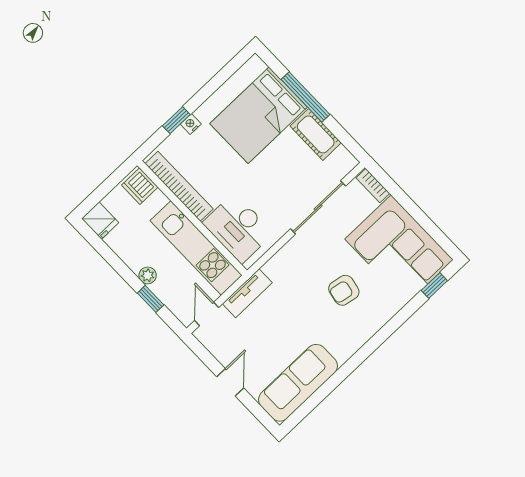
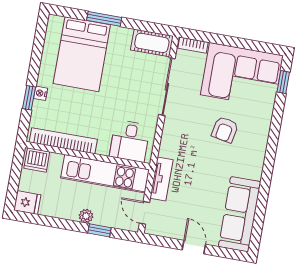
window: (305, 97) -> (104, 19), width x0.69
cot: (316, 134) -> (152, 43), moved
desk: (238, 228) -> (130, 141), width x0.73

